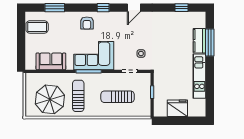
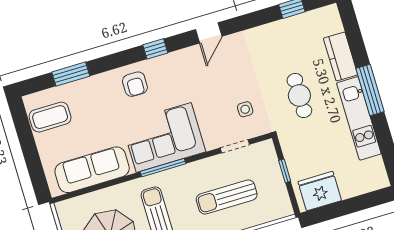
window: (210, 42) -> (370, 90), moved
cafe table: (172, 55) -> (299, 95), added
sofa: (51, 61) -> (92, 170), width x1.36
fridge: (177, 108) -> (320, 191), moved

